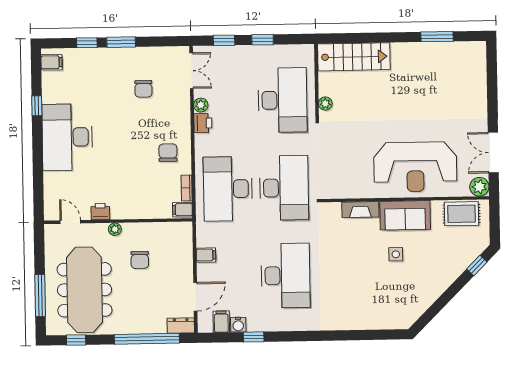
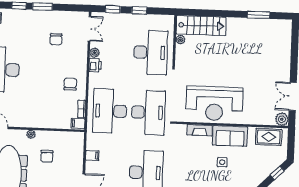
plant: (325, 104) -> (180, 40), moved
reception desk: (415, 167) -> (214, 103), moved
printer: (100, 211) -> (22, 122), removed

